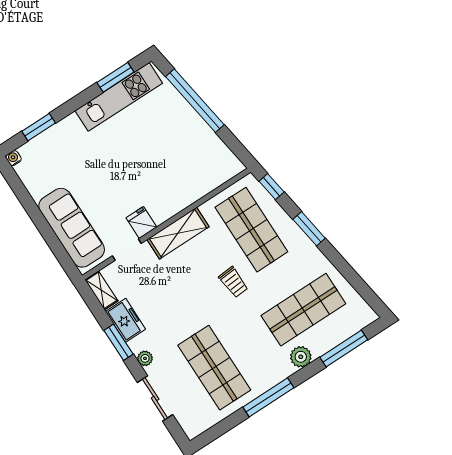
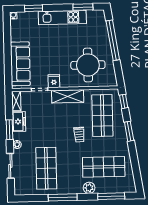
kitchen unit: (119, 97) -> (62, 17), moved
round table: (180, 164) -> (88, 65), added

